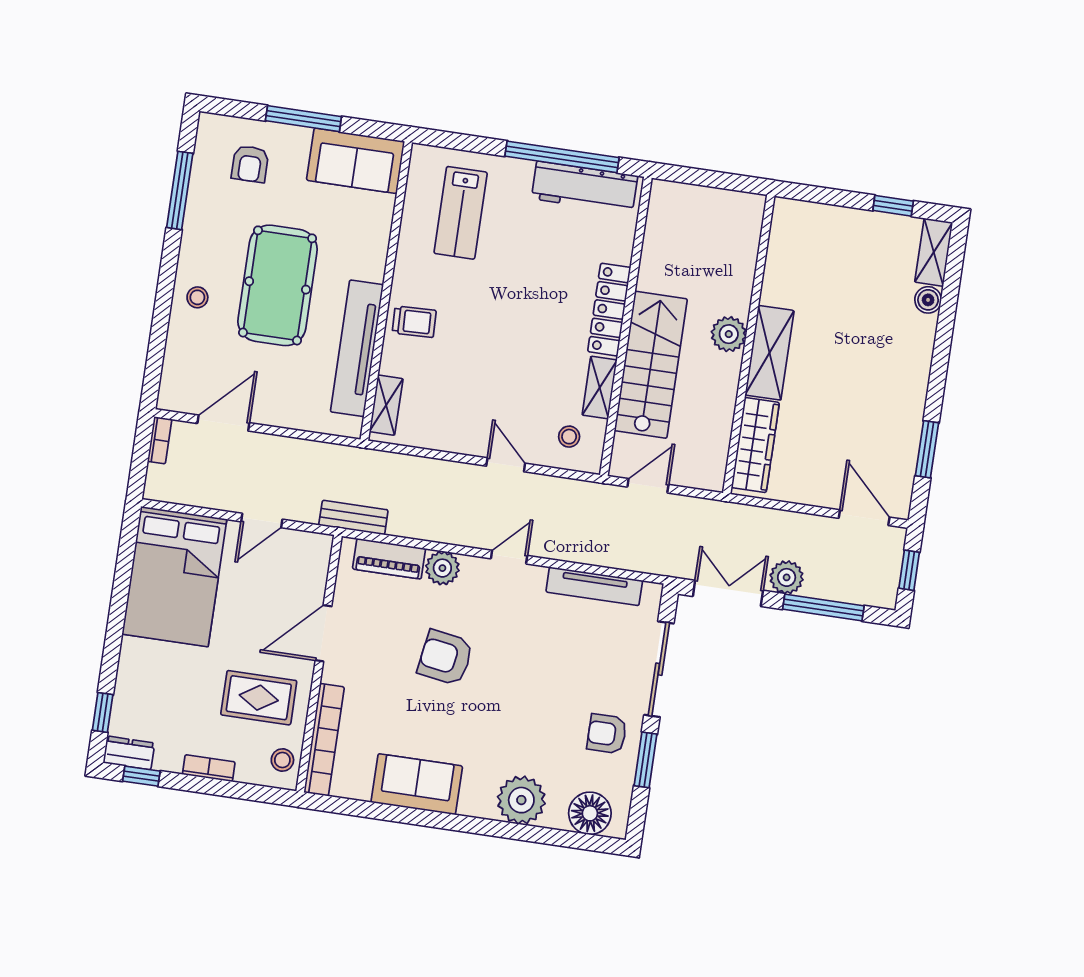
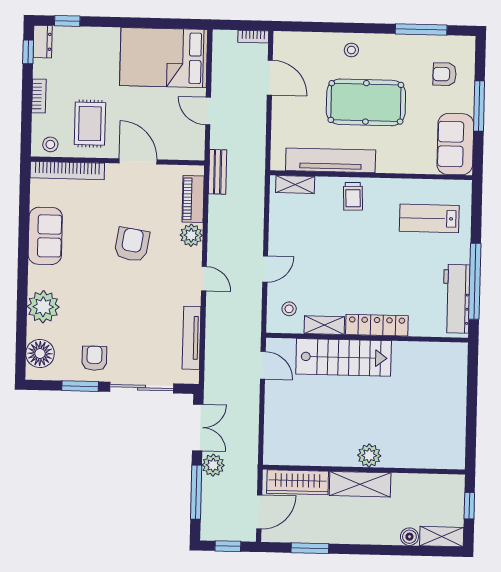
plant: (729, 334) -> (369, 455), moved
wall: (749, 345) -> (364, 470), moved
shelving: (770, 353) -> (360, 484), moved
wardrobe: (755, 445) -> (298, 482), moved

